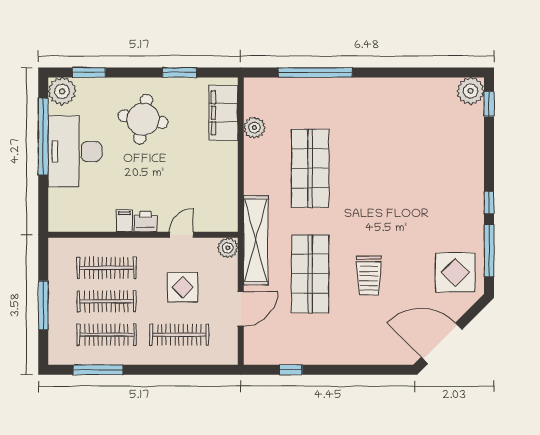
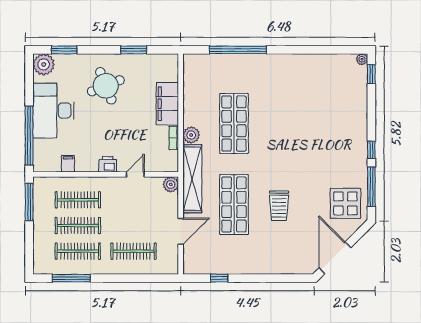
plant: (471, 91) -> (362, 59), width x0.53, depth x0.53
filing cabinet: (223, 113) -> (167, 104), moved
round table: (143, 119) -> (106, 86), turned -32
plant: (254, 128) -> (191, 135), moved
window: (43, 137) -> (29, 135), moved
bookcase: (232, 187) -> (174, 138), added
filing cabinet: (124, 221) -> (68, 164), moved
display table: (183, 287) -> (136, 215), removed
window: (43, 305) -> (29, 202), moved
door: (442, 343) -> (335, 258), hinge flipped

